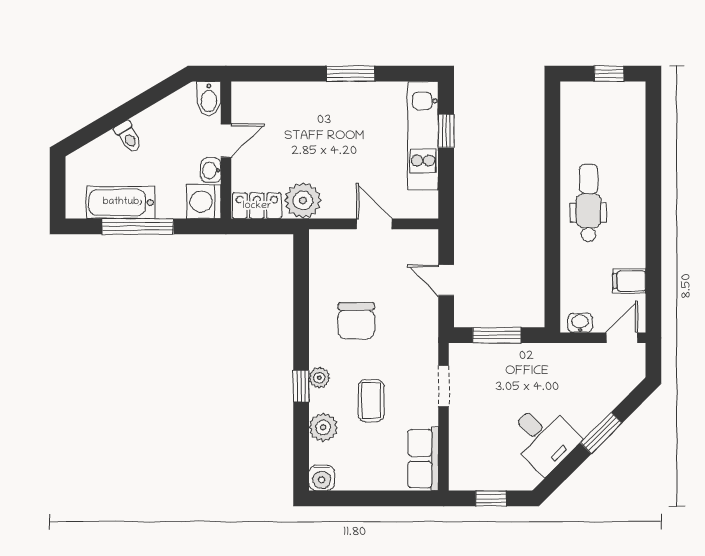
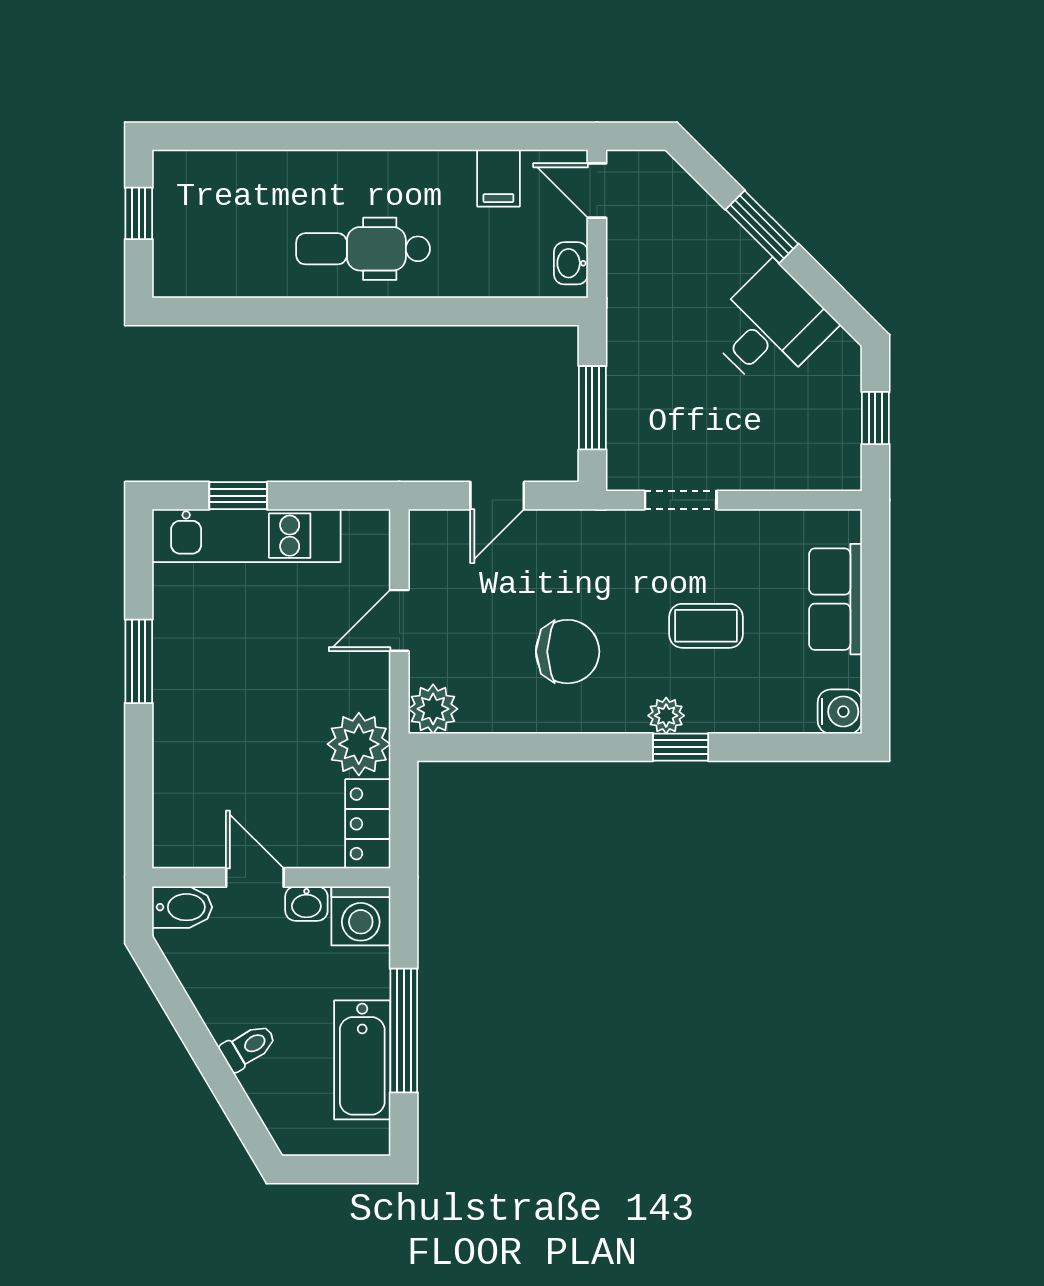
plant: (323, 427) -> (433, 709), moved
row of seats: (423, 459) -> (836, 599), moved, turned 90

